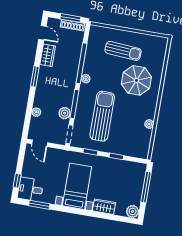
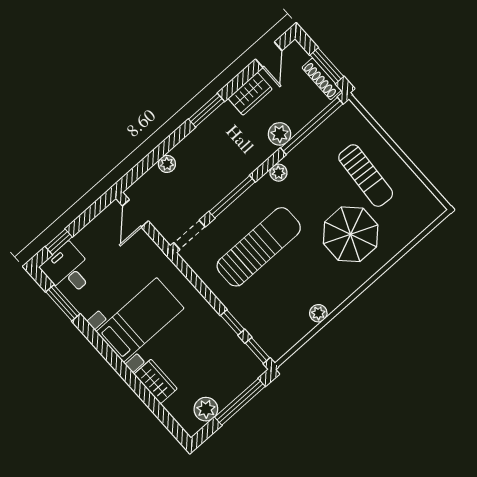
window: (81, 63) -> (312, 126), moved
plant: (65, 113) -> (279, 134), moved
window: (90, 152) -> (258, 350), moved
plant: (133, 211) -> (206, 409), moved

